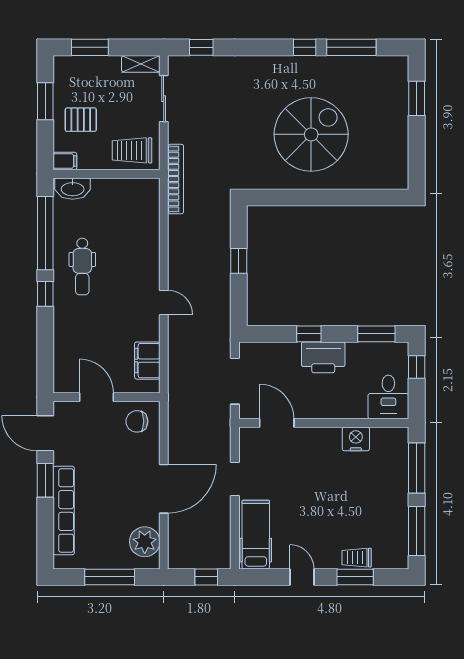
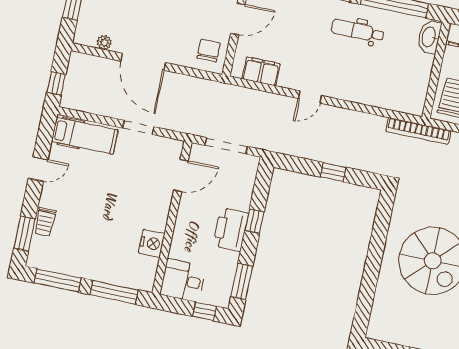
plant: (145, 542) -> (104, 42), width x0.53, depth x0.53
trolley: (357, 558) -> (45, 222), turned 180
window: (355, 577) -> (25, 234), moved

